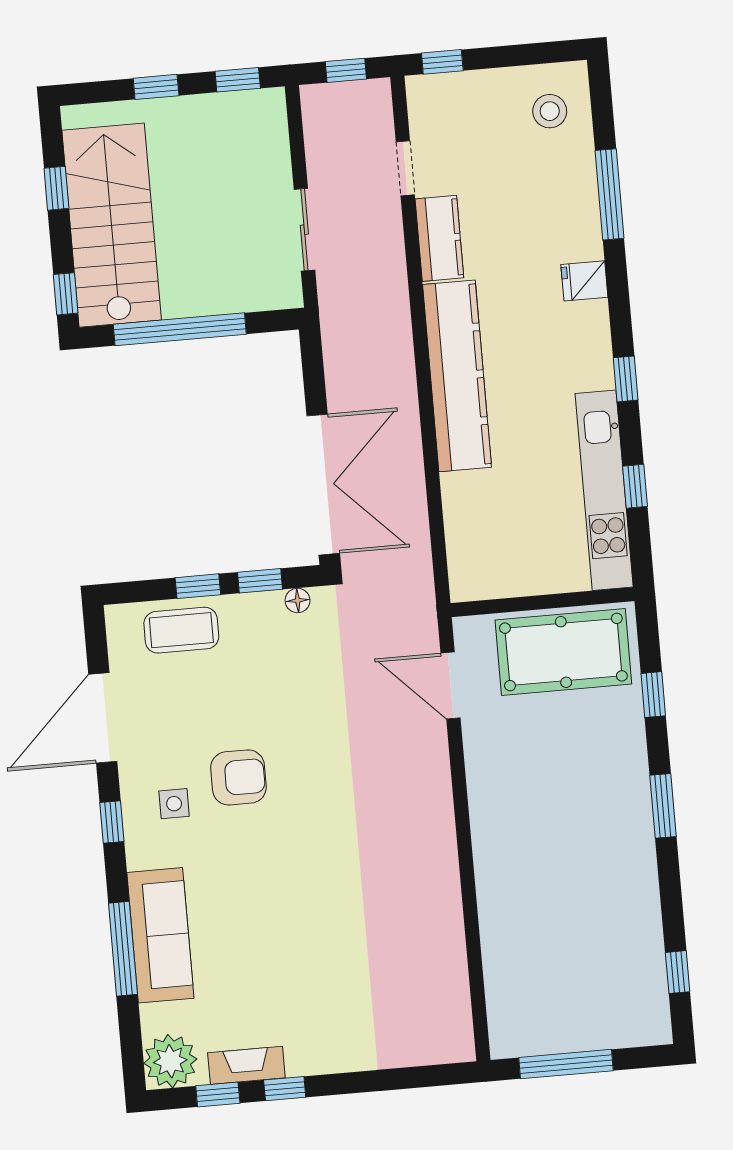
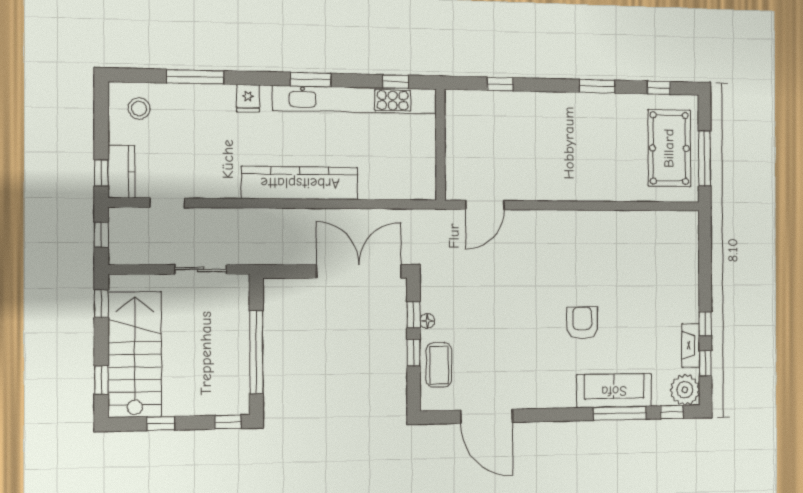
window: (156, 87) -> (101, 380), moved
stairs: (112, 225) -> (135, 354), moved, turned 90
kitchen counter: (439, 238) -> (122, 172), moved, turned 90
window: (626, 379) -> (311, 80), width x1.50
window: (635, 486) -> (396, 82), moved
kitchen unit: (604, 490) -> (355, 100), width x1.36
floor lamp: (298, 600) -> (427, 321), moved
pool table: (563, 652) -> (669, 148), moved
armchair: (238, 777) -> (582, 323), moved
side table: (174, 804) -> (540, 377), removed
window: (663, 806) -> (597, 86), moved
window: (112, 822) -> (672, 412), moved

